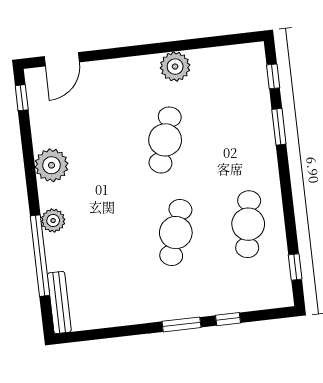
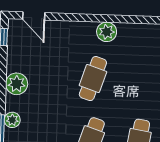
door: (62, 59) -> (34, 16), hinge flipped

